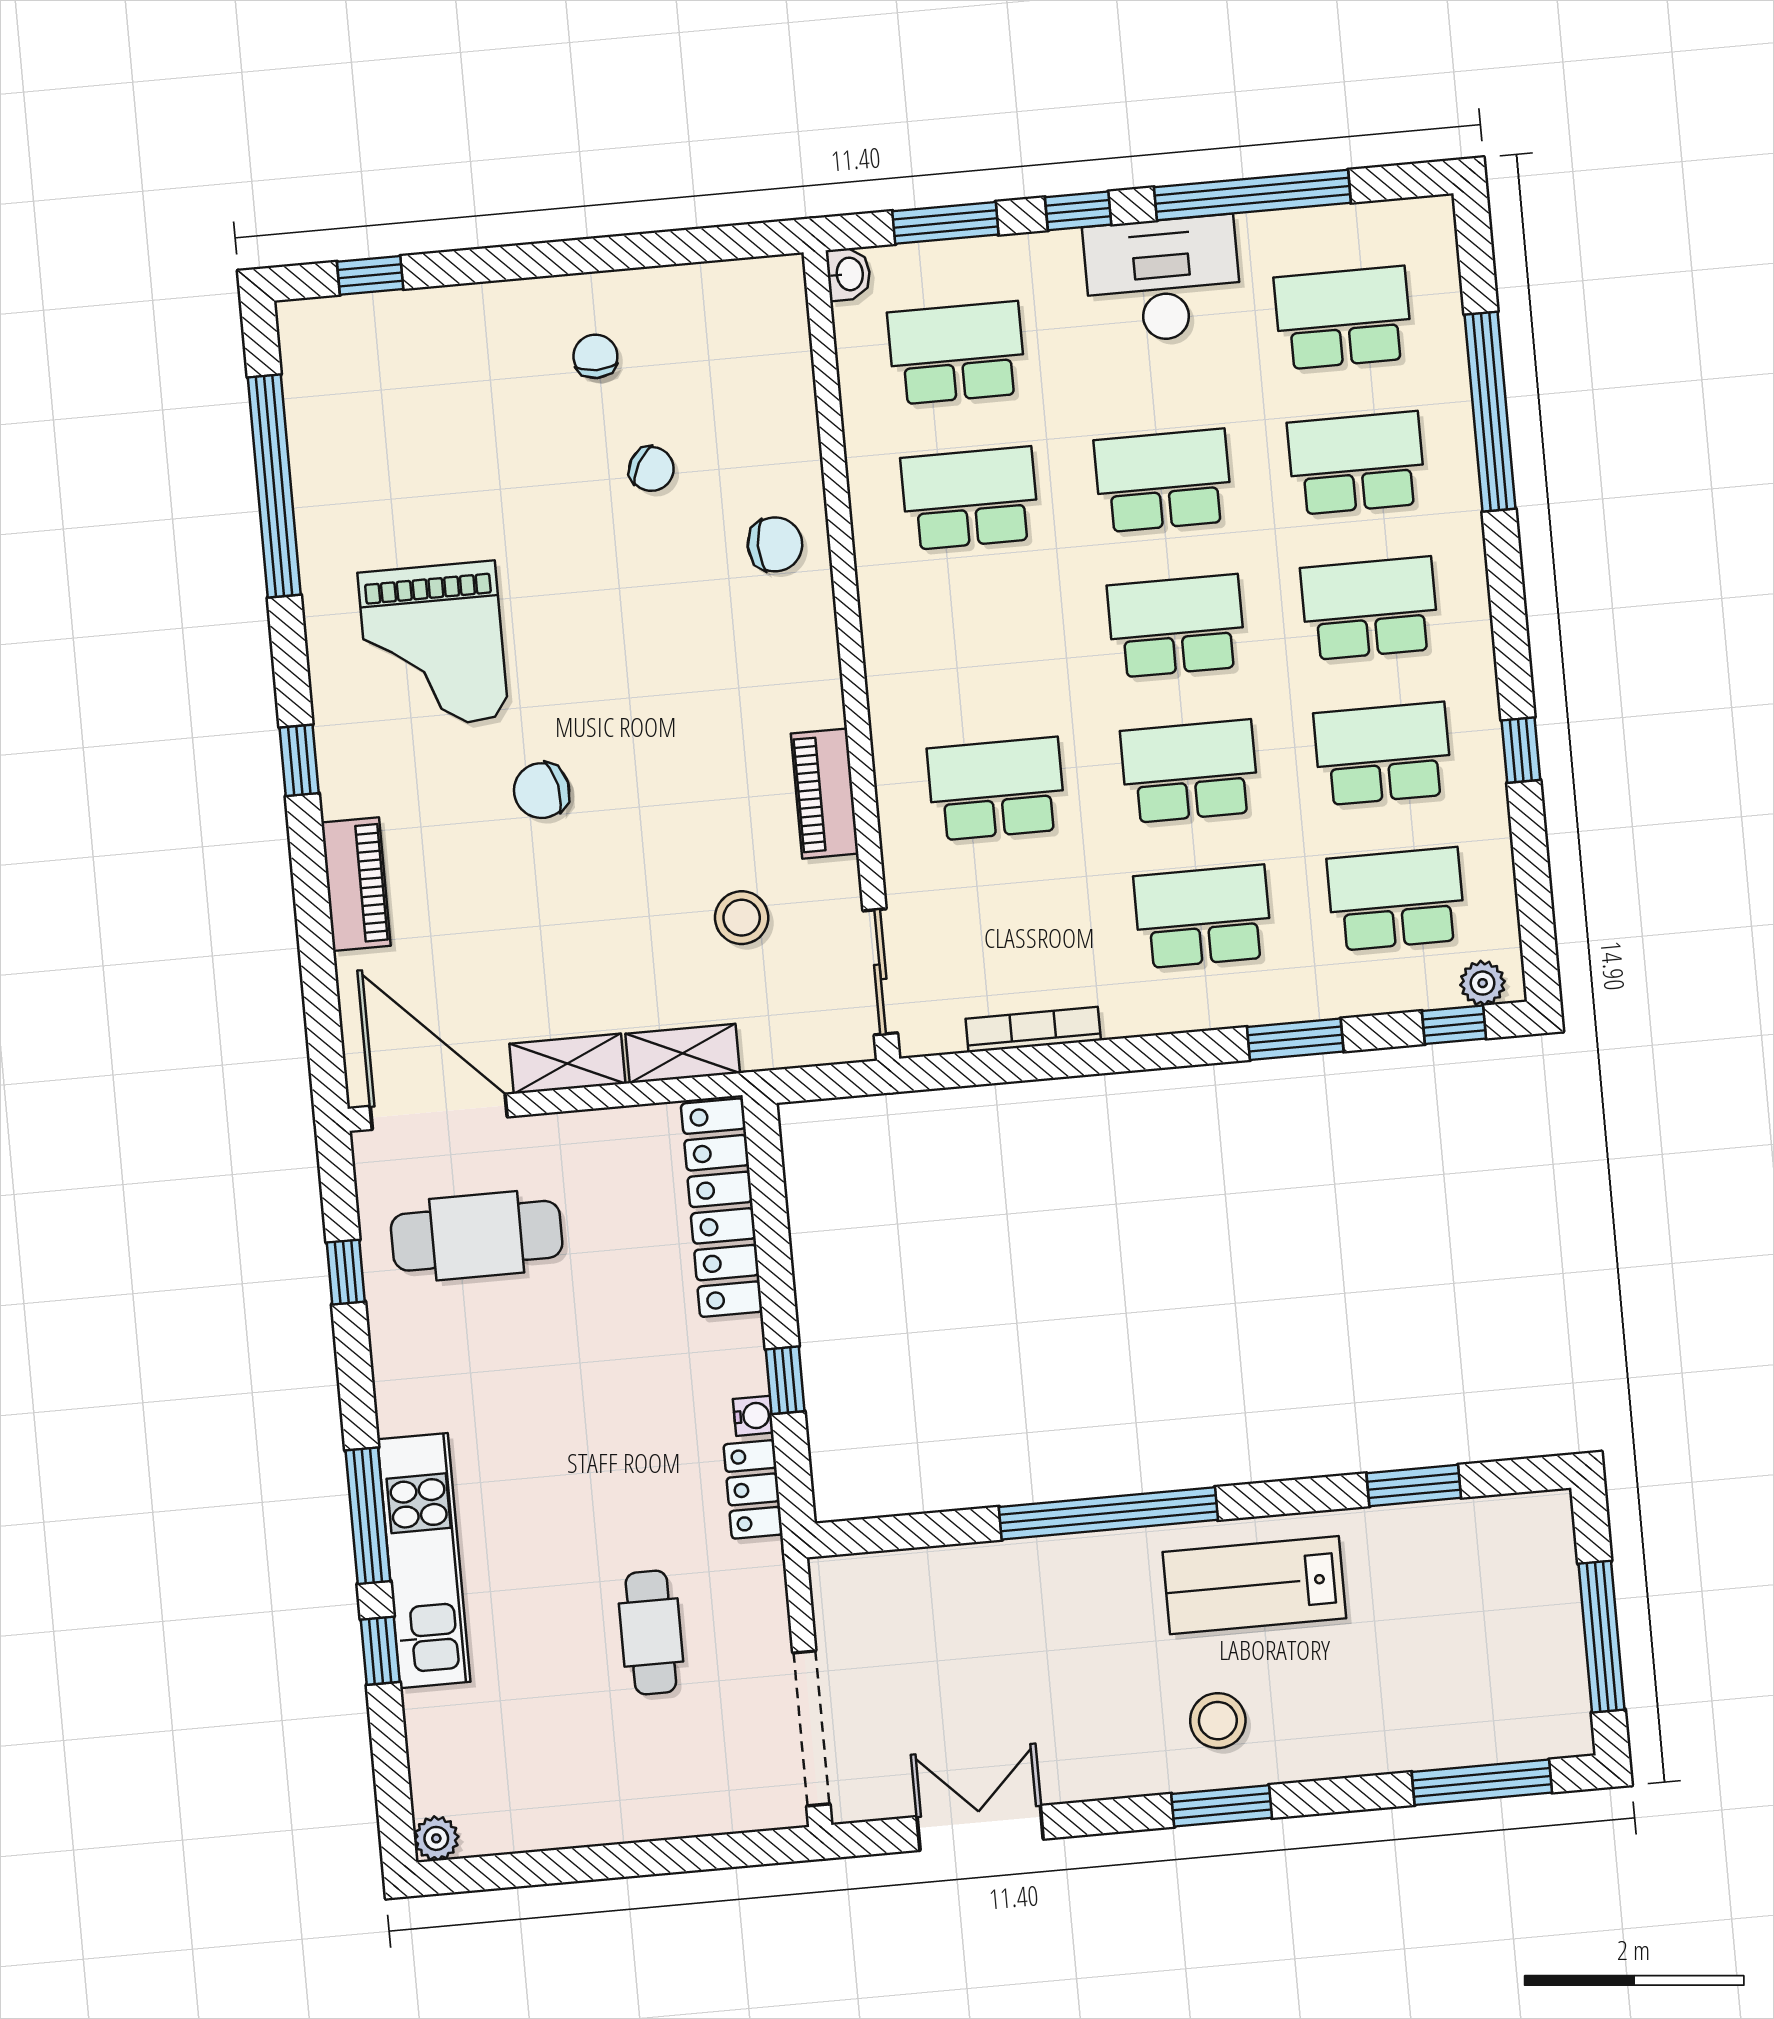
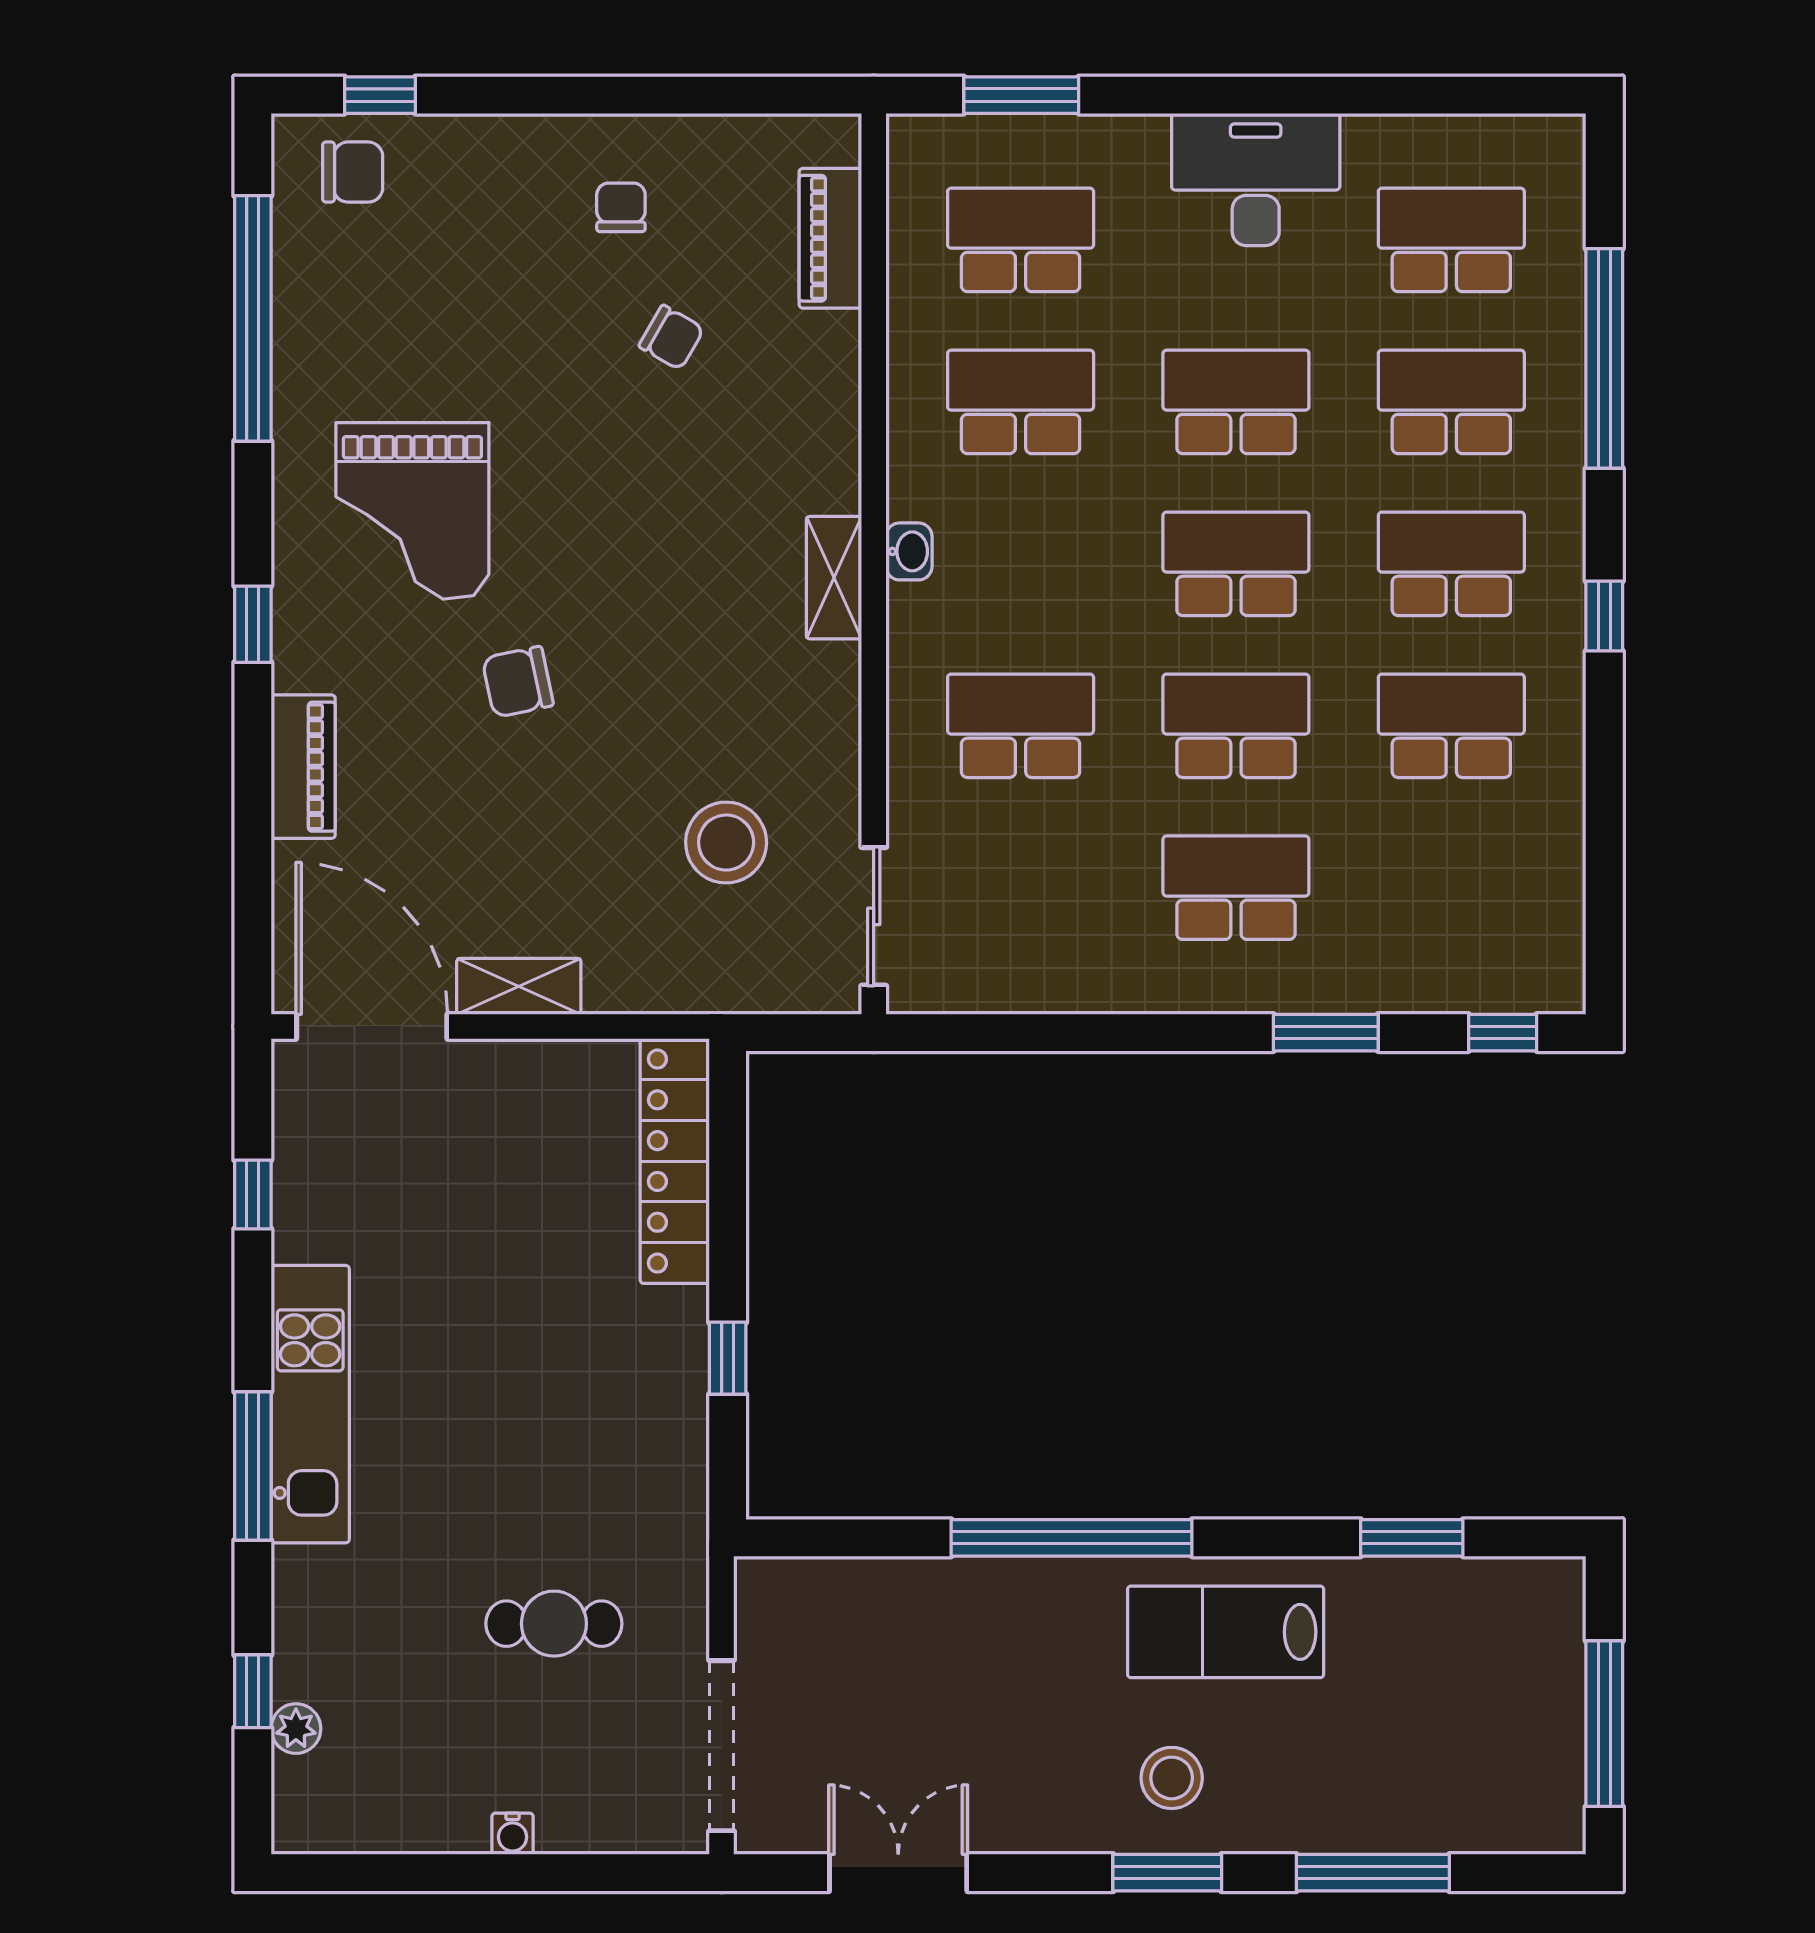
window: (1252, 195) -> (1363, 95), removed
window: (1078, 211) -> (1169, 95), removed
washbasin: (849, 274) -> (909, 551), moved
chair: (775, 544) -> (353, 172), moved
window: (1521, 750) -> (1604, 616), moved
piano: (825, 794) -> (830, 238), moved
school desk: (1396, 899) -> (1451, 888), removed
stool: (742, 918) -> (726, 843), width x1.38, depth x1.38
plant: (1483, 983) -> (1538, 989), removed
bookcase: (1033, 1029) -> (1037, 995), removed
shelving: (683, 1053) -> (834, 578), moved, turned 90
cafe table: (477, 1236) -> (401, 1168), removed
water cooler: (753, 1416) -> (513, 1834), moved, turned 90
locker: (753, 1489) -> (681, 1476), removed
kitchen unit: (424, 1561) -> (310, 1404), moved
cafe table: (651, 1633) -> (554, 1624), turned 90
window: (380, 1651) -> (253, 1691), moved
window: (1482, 1782) -> (1373, 1873), moved
plant: (436, 1838) -> (296, 1729), moved

